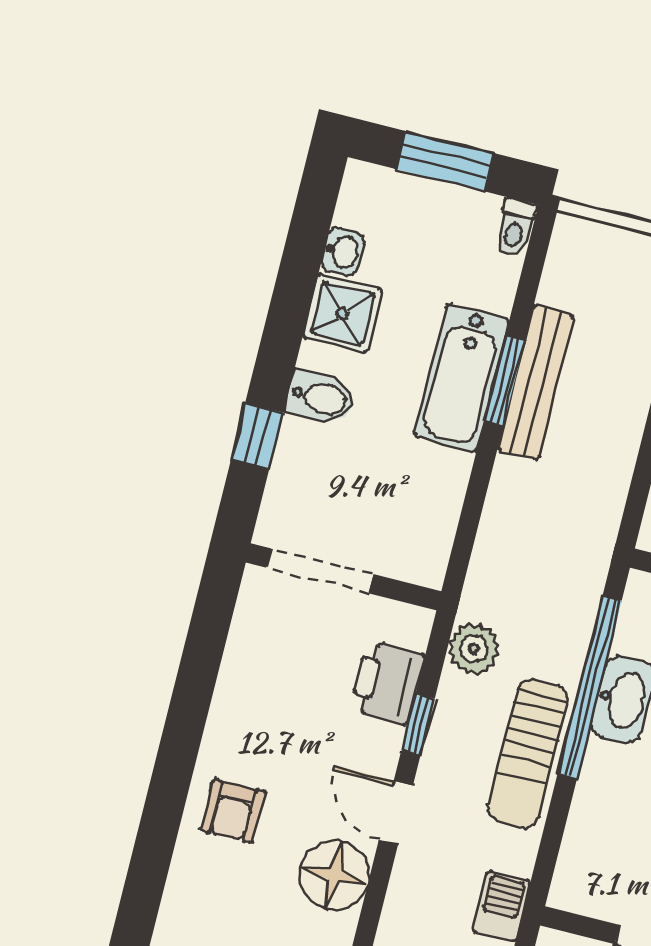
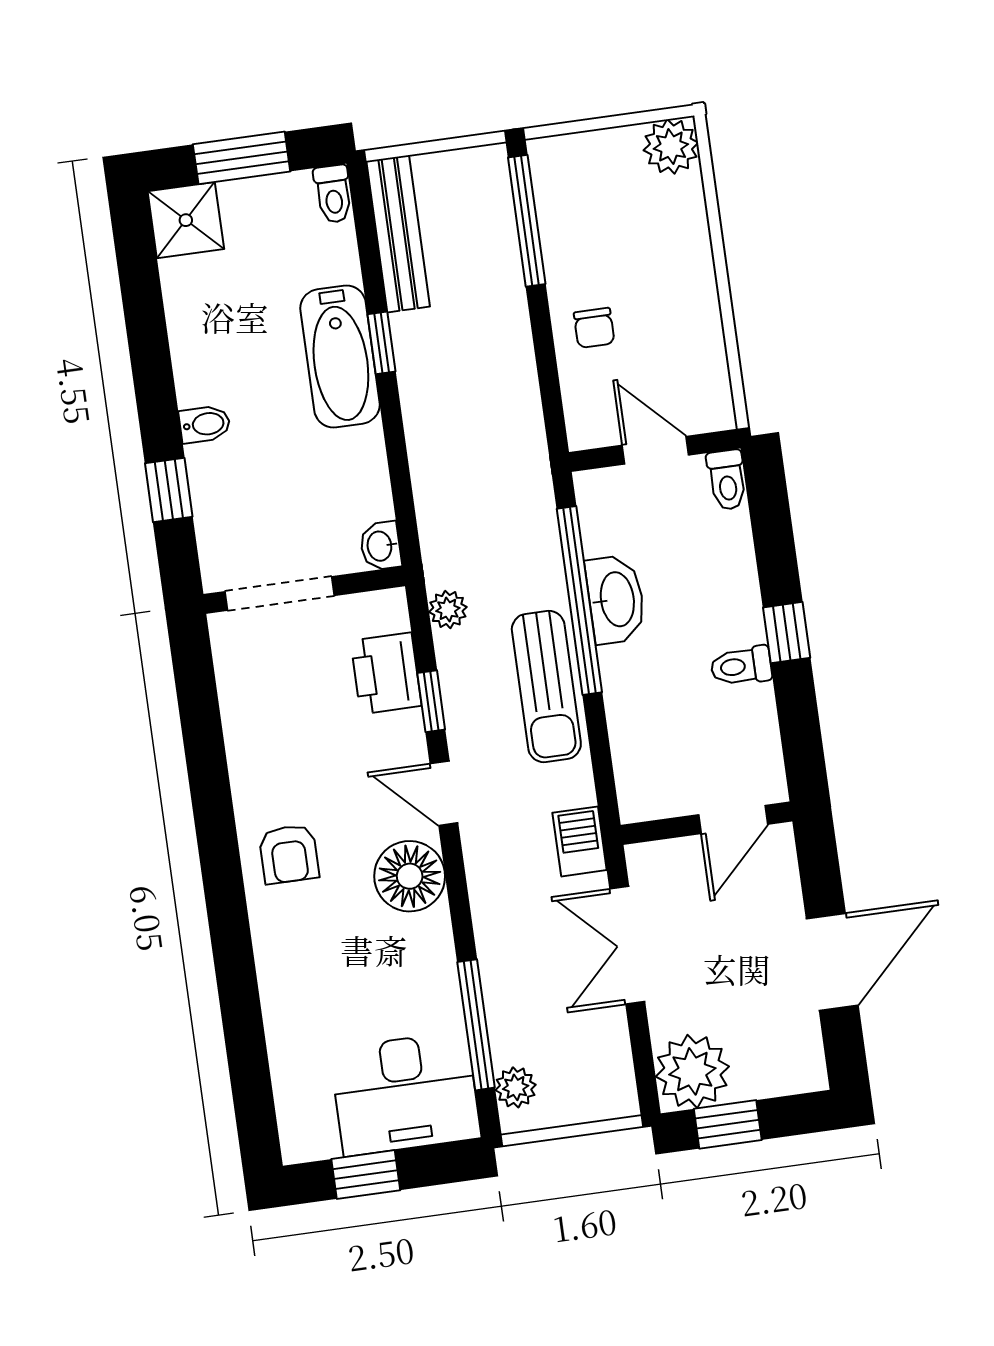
washbasin: (343, 252) -> (381, 546), moved, turned 180
shower: (343, 313) -> (186, 220), moved
window: (504, 381) -> (381, 343), width x0.67
bench: (536, 383) -> (398, 234), moved
bidet: (321, 398) -> (205, 424), width x0.72, depth x0.74
plant: (474, 649) -> (448, 609), width x0.73, depth x0.73

